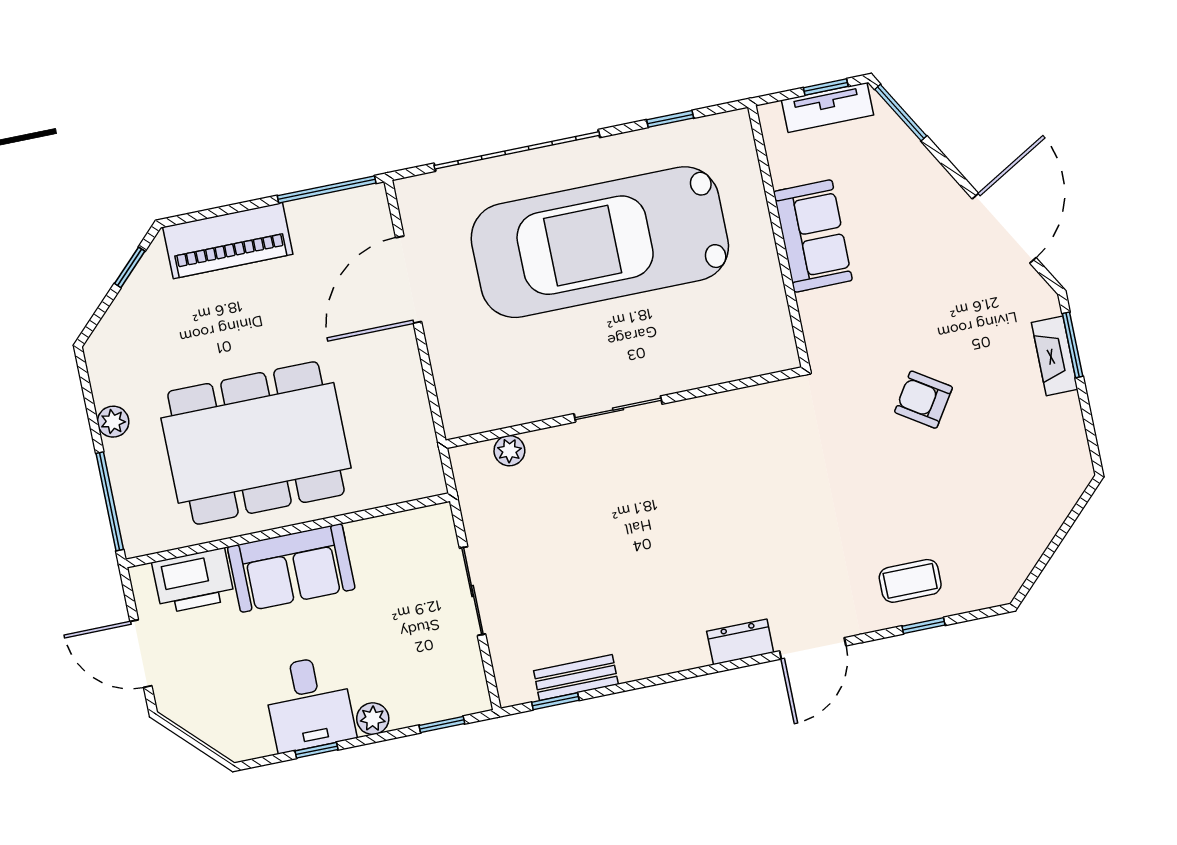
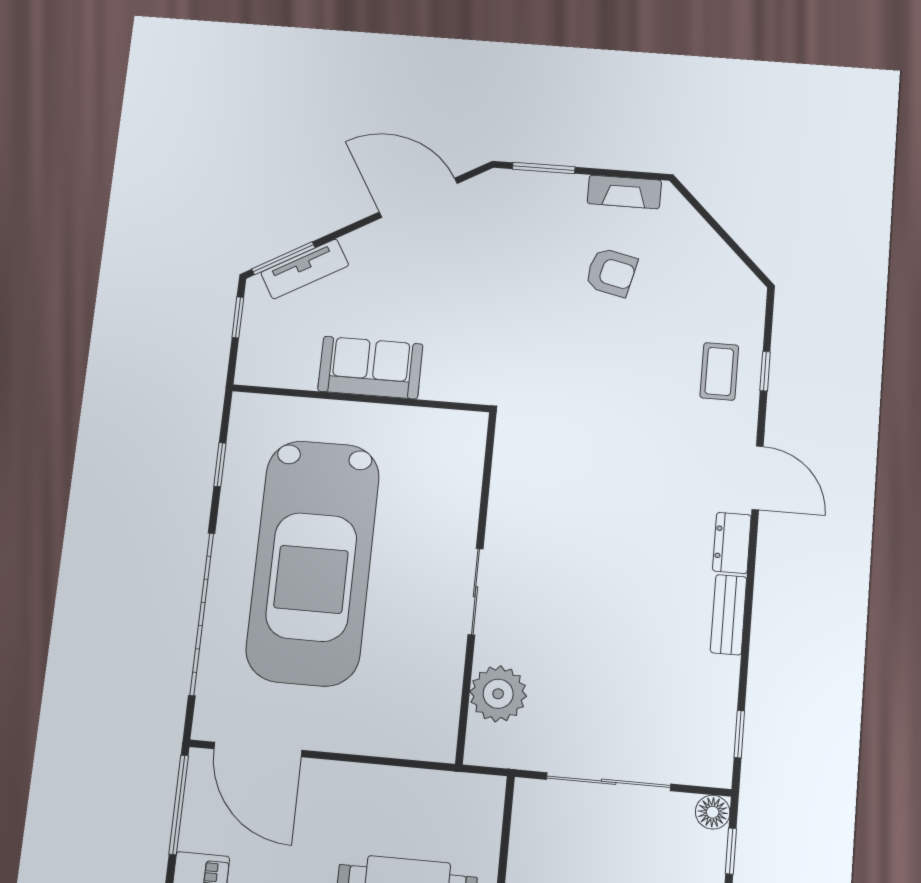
tv unit: (827, 107) -> (305, 269), moved, turned 60
door: (409, 280) -> (258, 749), moved
fireplace: (1055, 356) -> (624, 192), moved
armchair: (924, 400) -> (611, 272), moved, turned -110
plant: (509, 451) -> (498, 694), width x1.87, depth x1.87
sliding door: (473, 591) -> (609, 782), width x1.37
bench: (576, 677) -> (729, 615), moved
floor lamp: (473, 697) -> (713, 812), added

